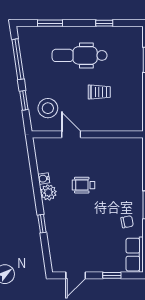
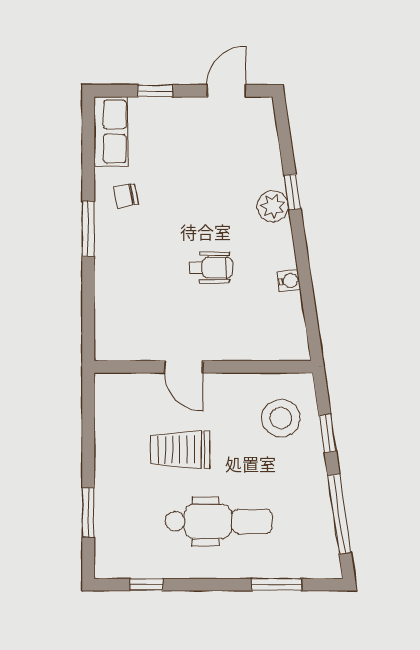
window: (104, 23) -> (146, 585), moved
trolley: (99, 92) -> (180, 450), width x1.36, depth x1.39
door: (71, 134) -> (184, 367), moved
plant: (48, 192) -> (273, 206), moved

